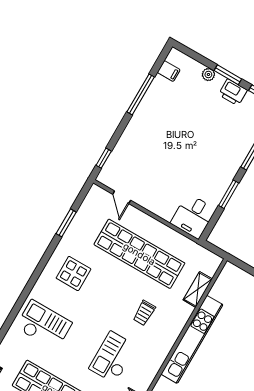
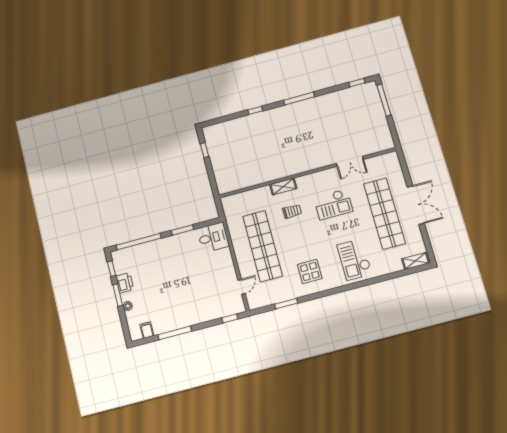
shelving: (198, 289) -> (283, 186), moved
kitchen unit: (192, 339) -> (280, 172), removed

